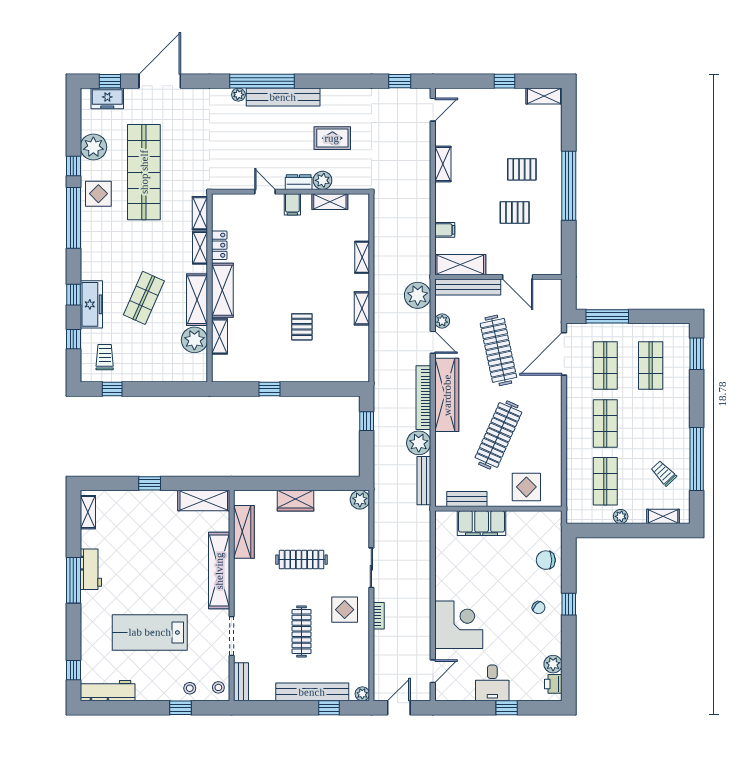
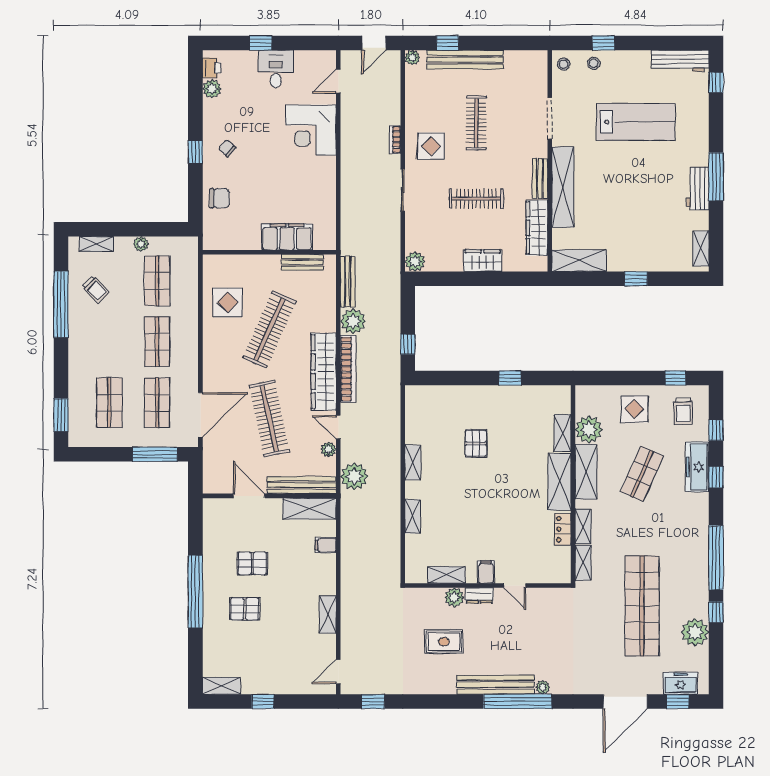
display table: (98, 194) -> (634, 409), moved
display table: (526, 487) -> (228, 302), moved
bench: (241, 682) -> (540, 178), moved

